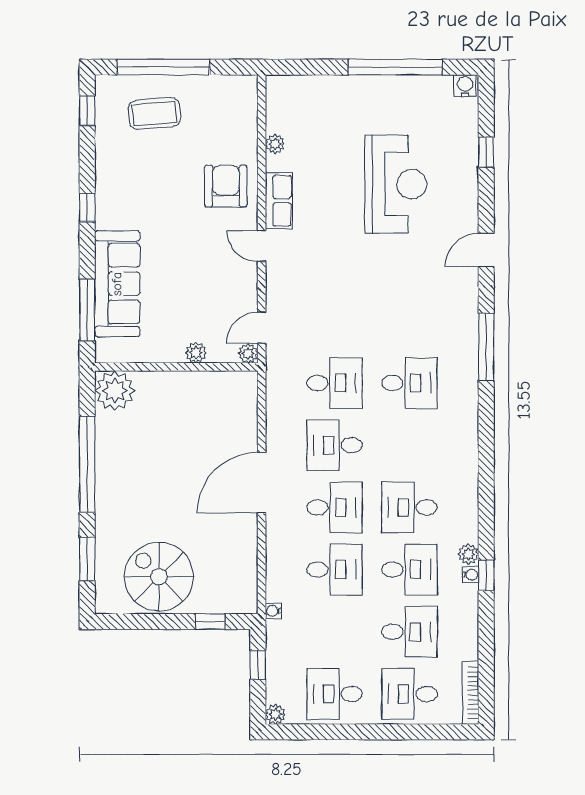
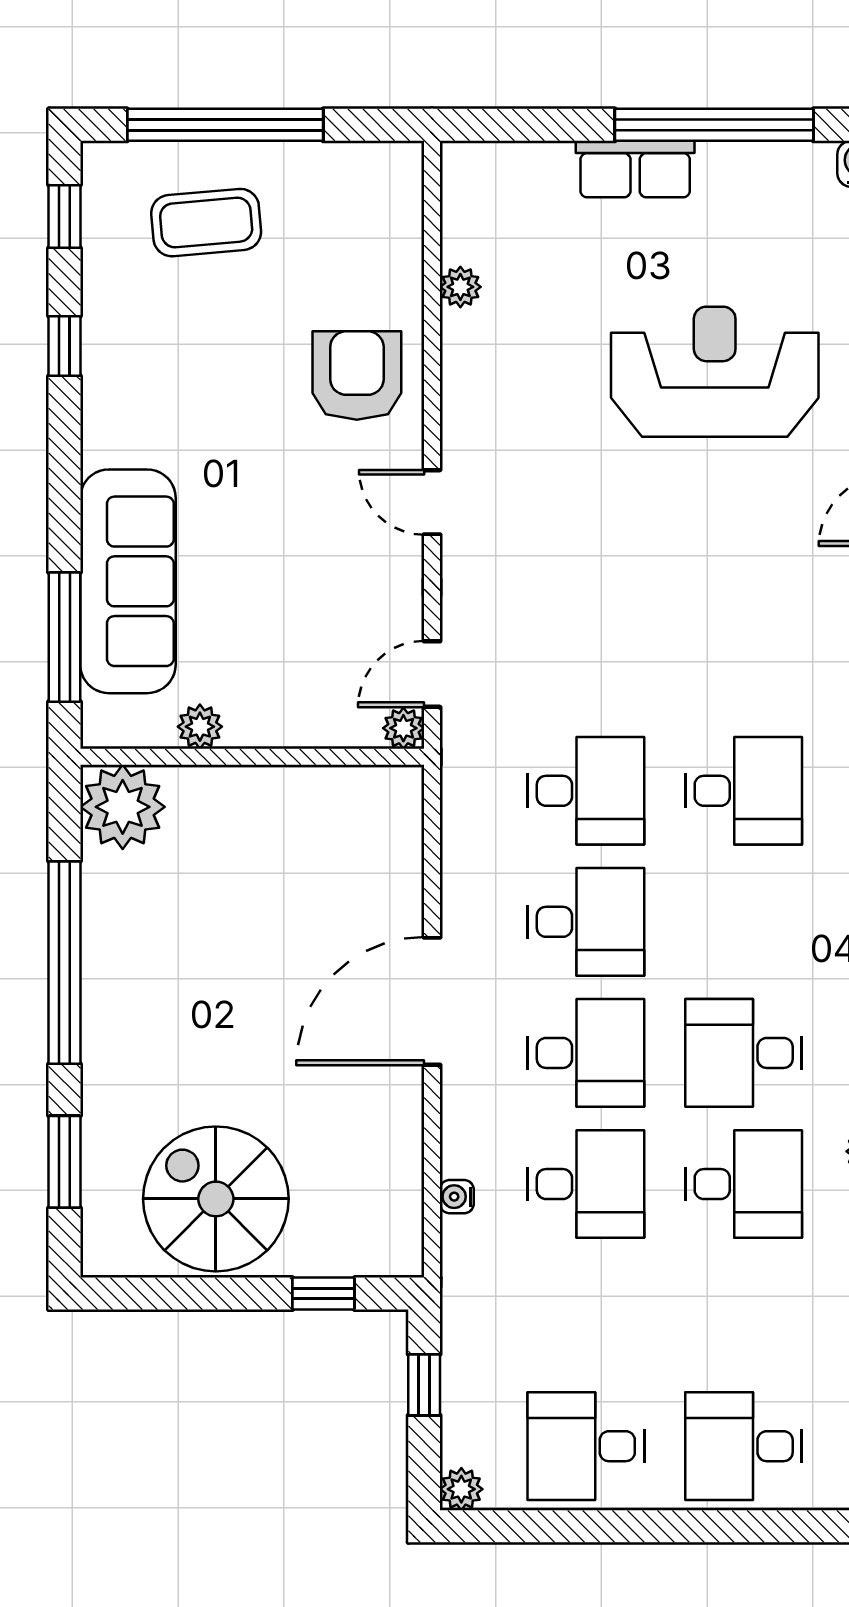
reception desk: (396, 184) -> (715, 372), turned -90
row of seats: (279, 201) -> (635, 169), moved, turned 90
window: (87, 208) -> (64, 346), moved
plant: (196, 353) -> (200, 727), moved
desk: (335, 445) -> (586, 922), turned 180
water cooler: (273, 611) -> (457, 1197), moved
desk: (409, 632) -> (744, 1315), removed

